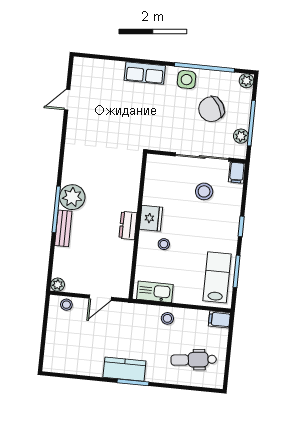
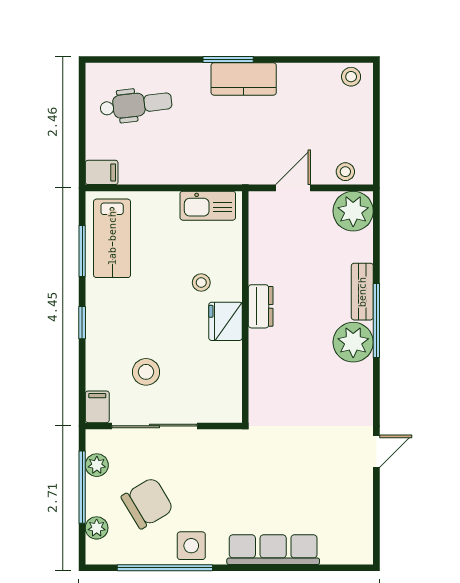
row of seats: (145, 73) -> (273, 550), width x1.48
plant: (246, 81) -> (97, 528), moved
door: (67, 100) -> (376, 451), moved
plant: (58, 285) -> (353, 211), width x1.88, depth x1.88
stool: (167, 318) -> (351, 77), moved

